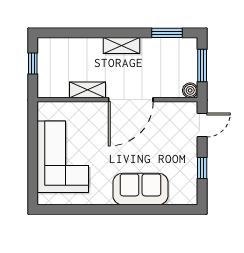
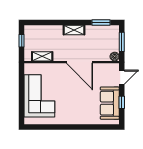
shelving: (87, 90) -> (42, 56), moved
door: (131, 100) -> (80, 62), hinge flipped
sofa: (140, 189) -> (110, 103), moved, turned -90

